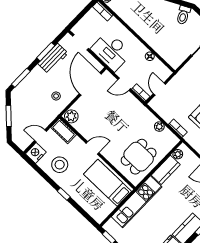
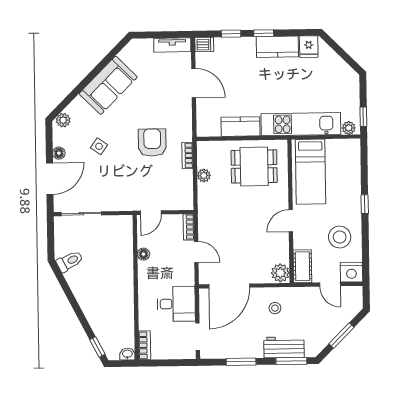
desk: (111, 51) -> (176, 304), width x0.73
workbench: (53, 59) -> (284, 347), moved
door: (159, 89) -> (151, 213), moved
door: (93, 148) -> (291, 221), hinge flipped
plant: (178, 154) -> (349, 128), moved

